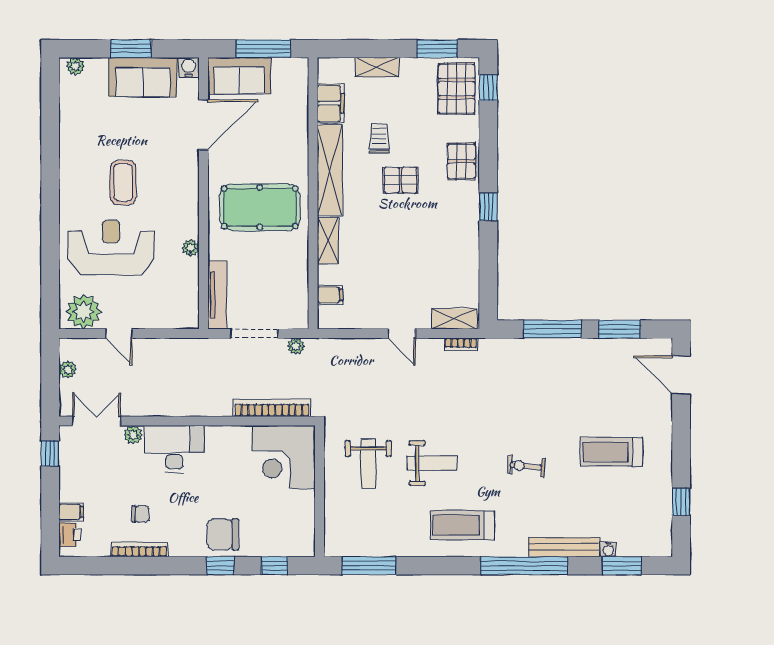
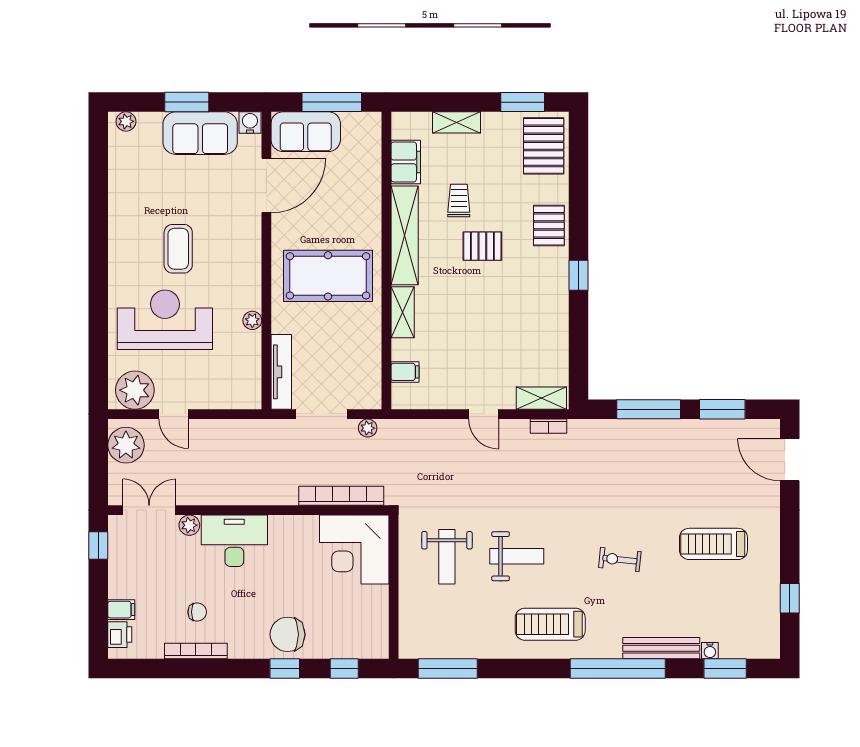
window: (488, 88) -> (578, 145), removed
plant: (68, 369) -> (126, 445), width x1.88, depth x1.88

